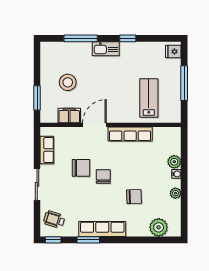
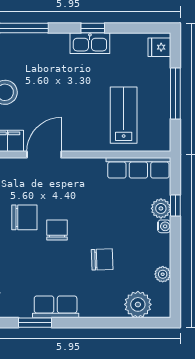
kitchen sink: (106, 49) -> (90, 43), moved
row of seats: (130, 134) -> (138, 168), moved
window: (184, 160) -> (175, 206), added
plant: (175, 193) -> (163, 274), moved
row of seats: (102, 229) -> (56, 307), width x0.68

